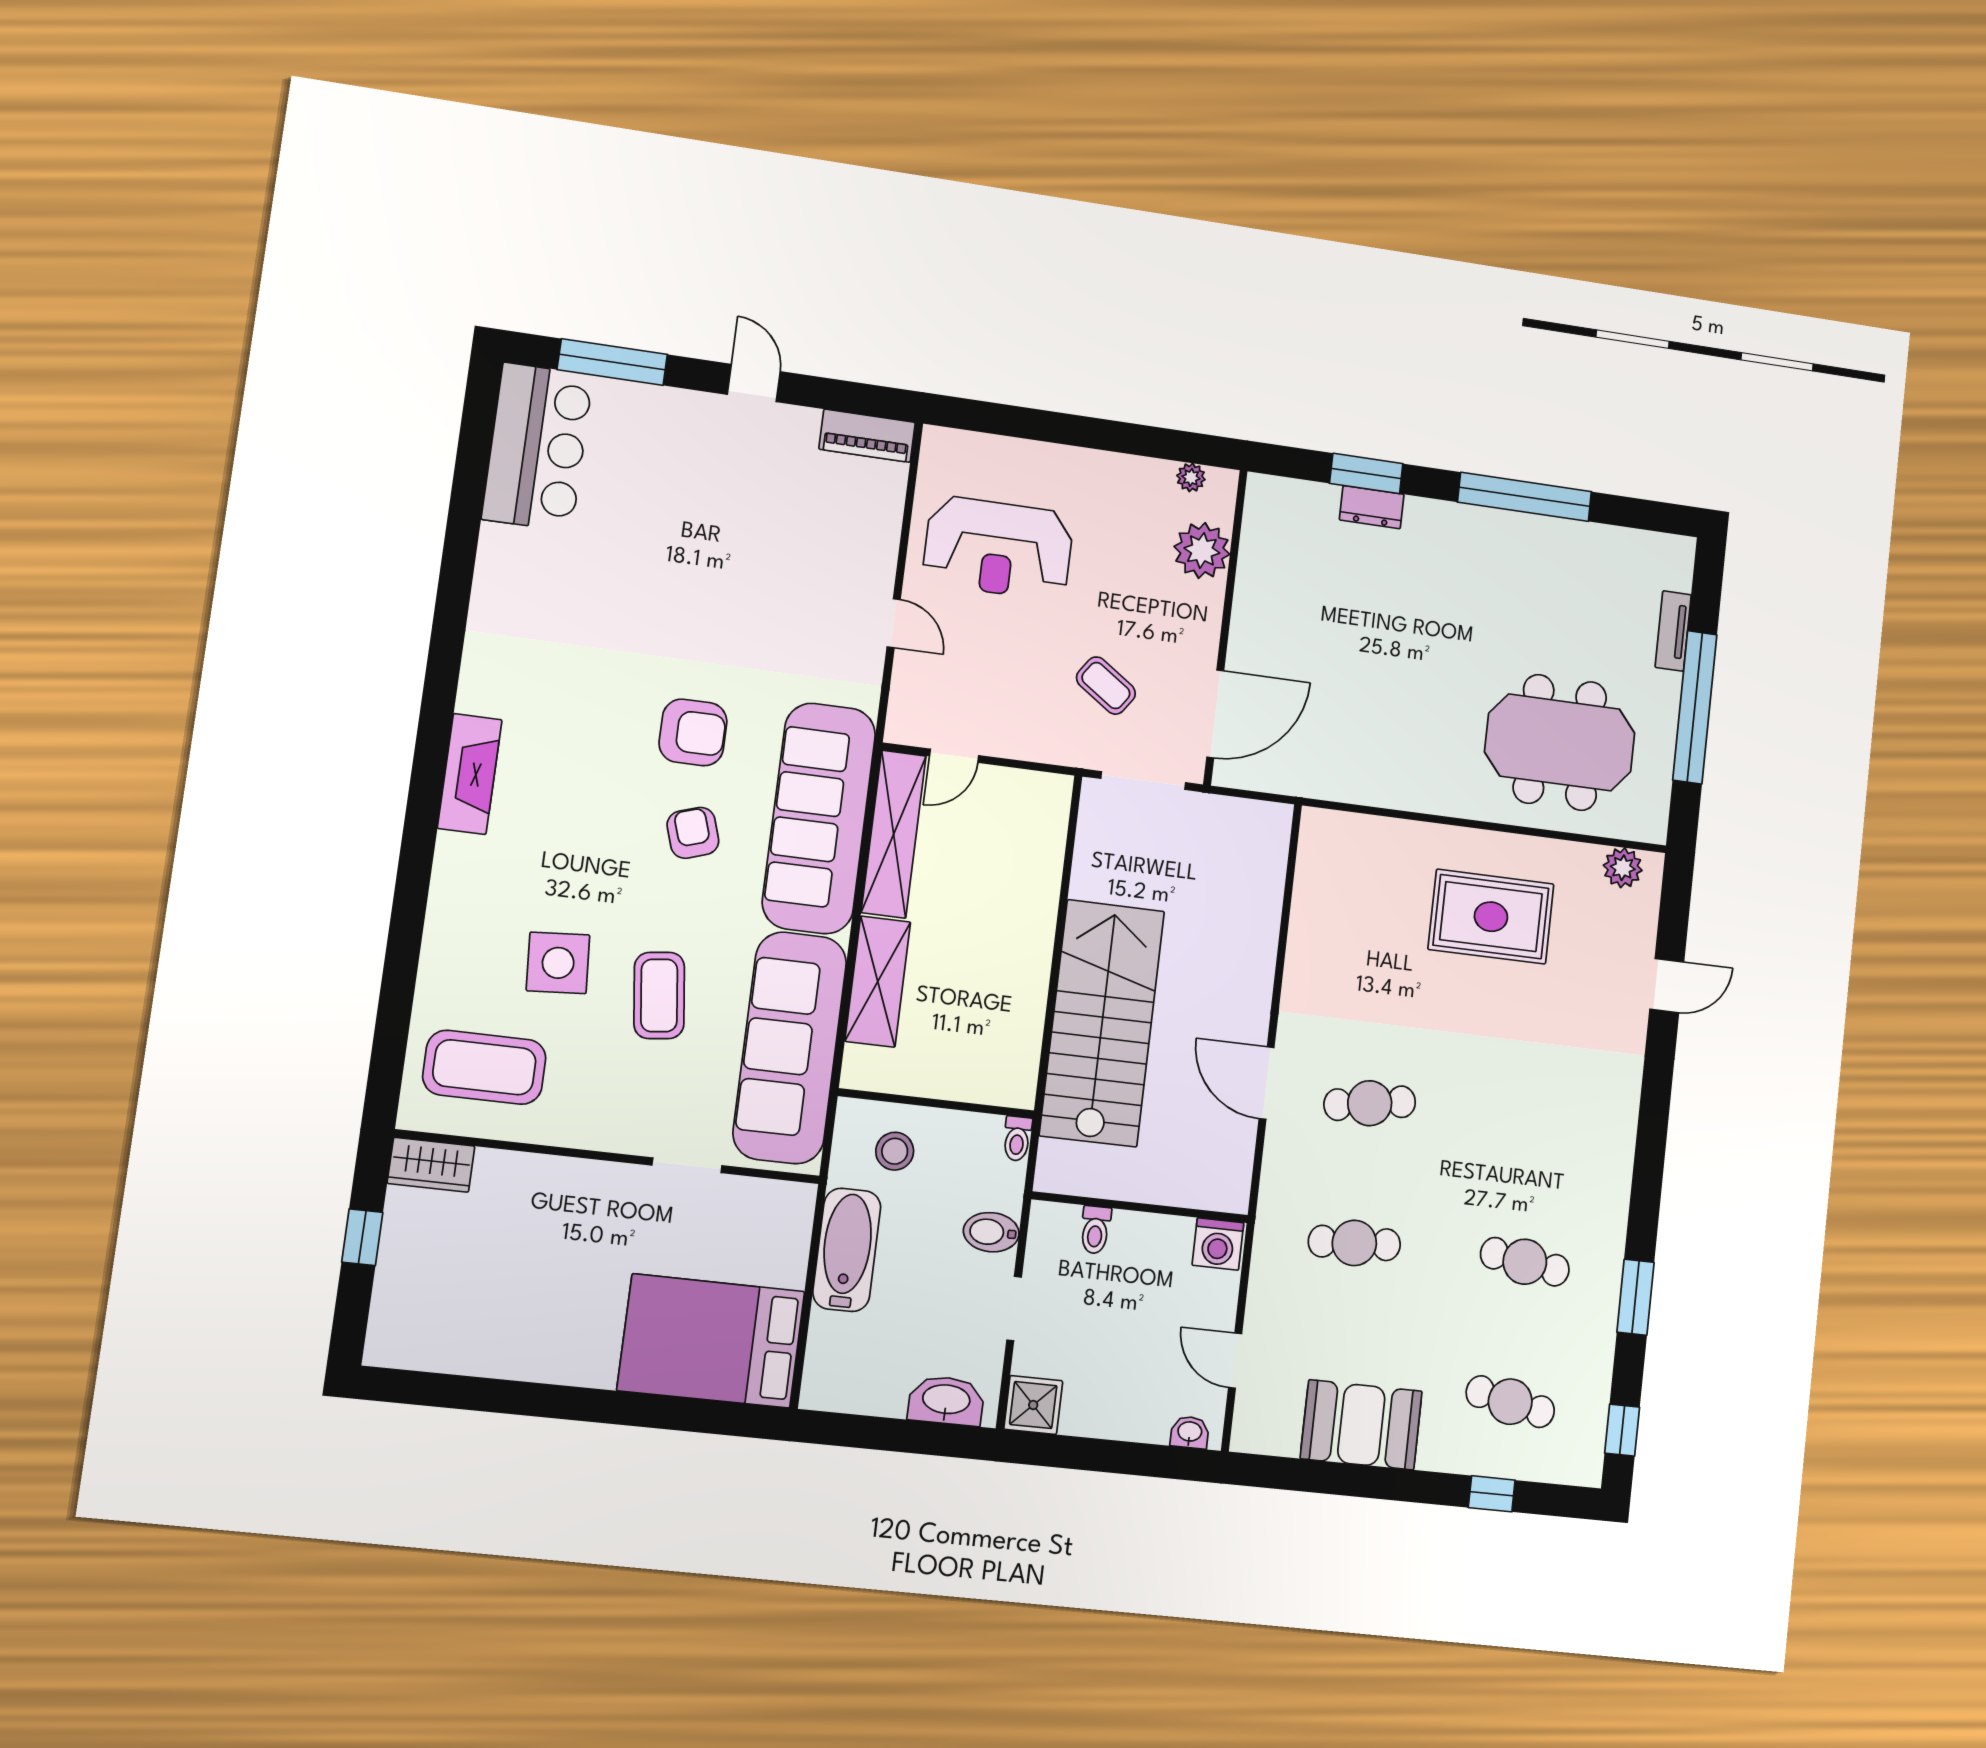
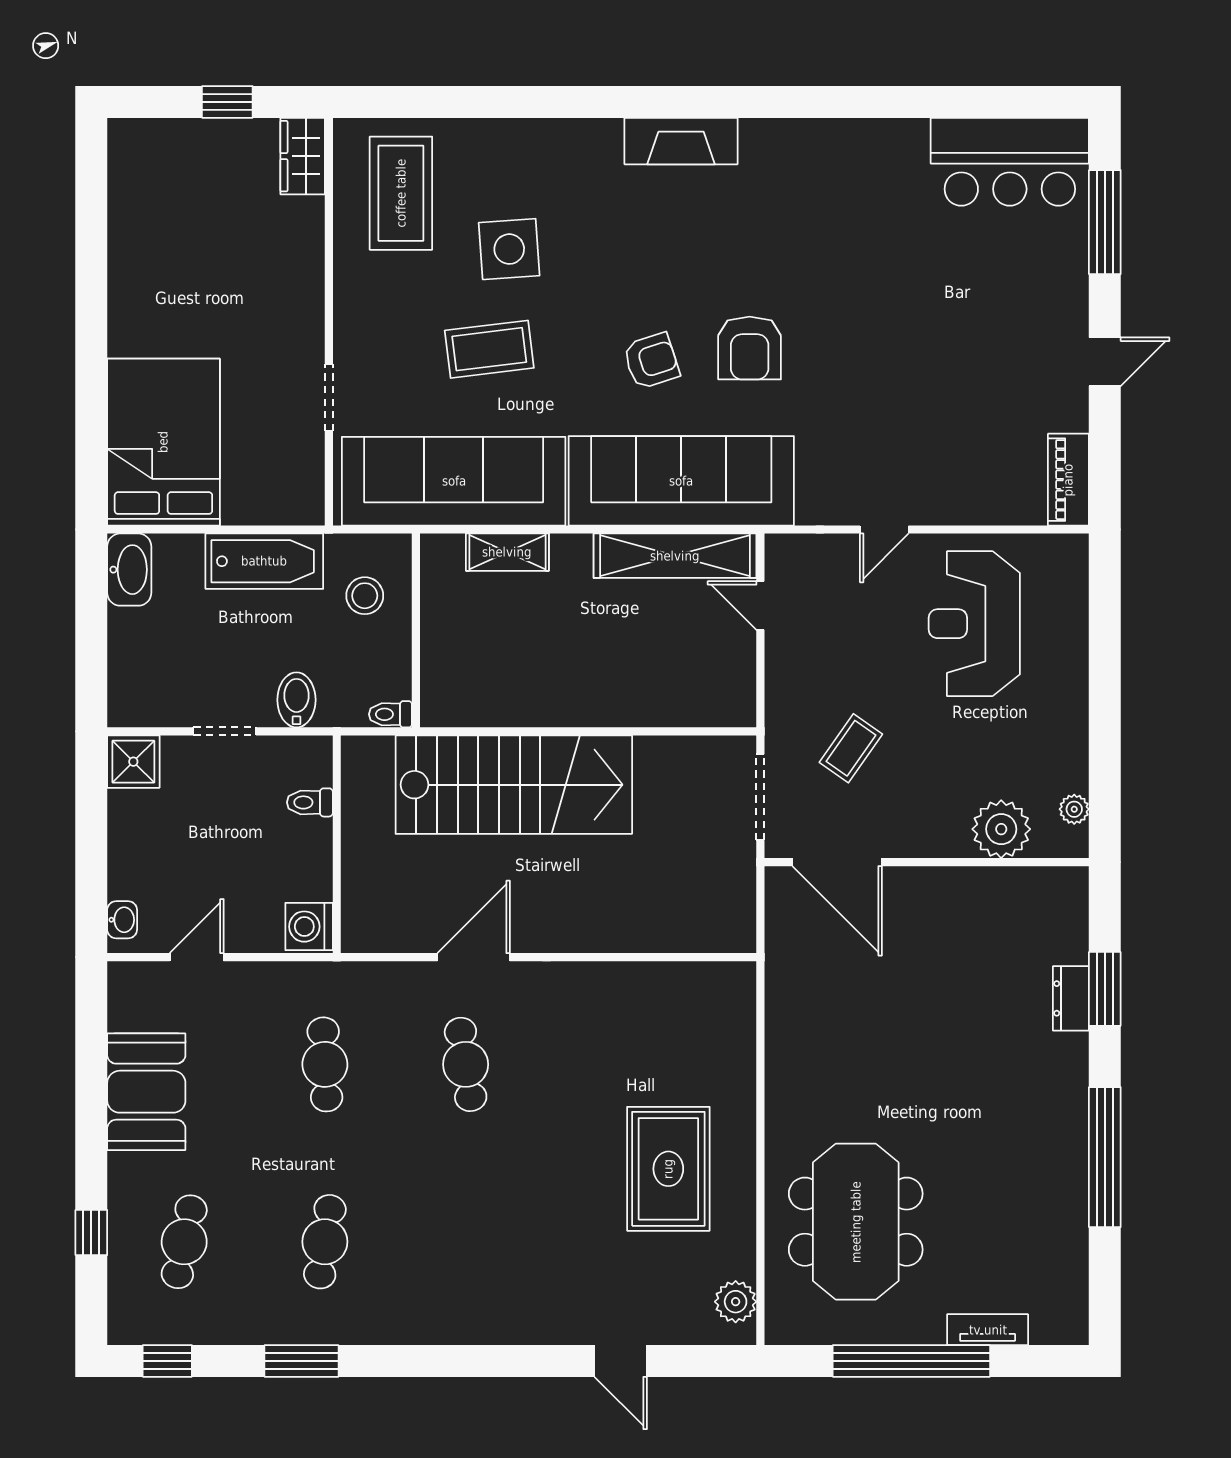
shelving: (878, 982) -> (507, 552), width x0.67, depth x0.75
washbasin: (946, 1401) -> (129, 570), moved

